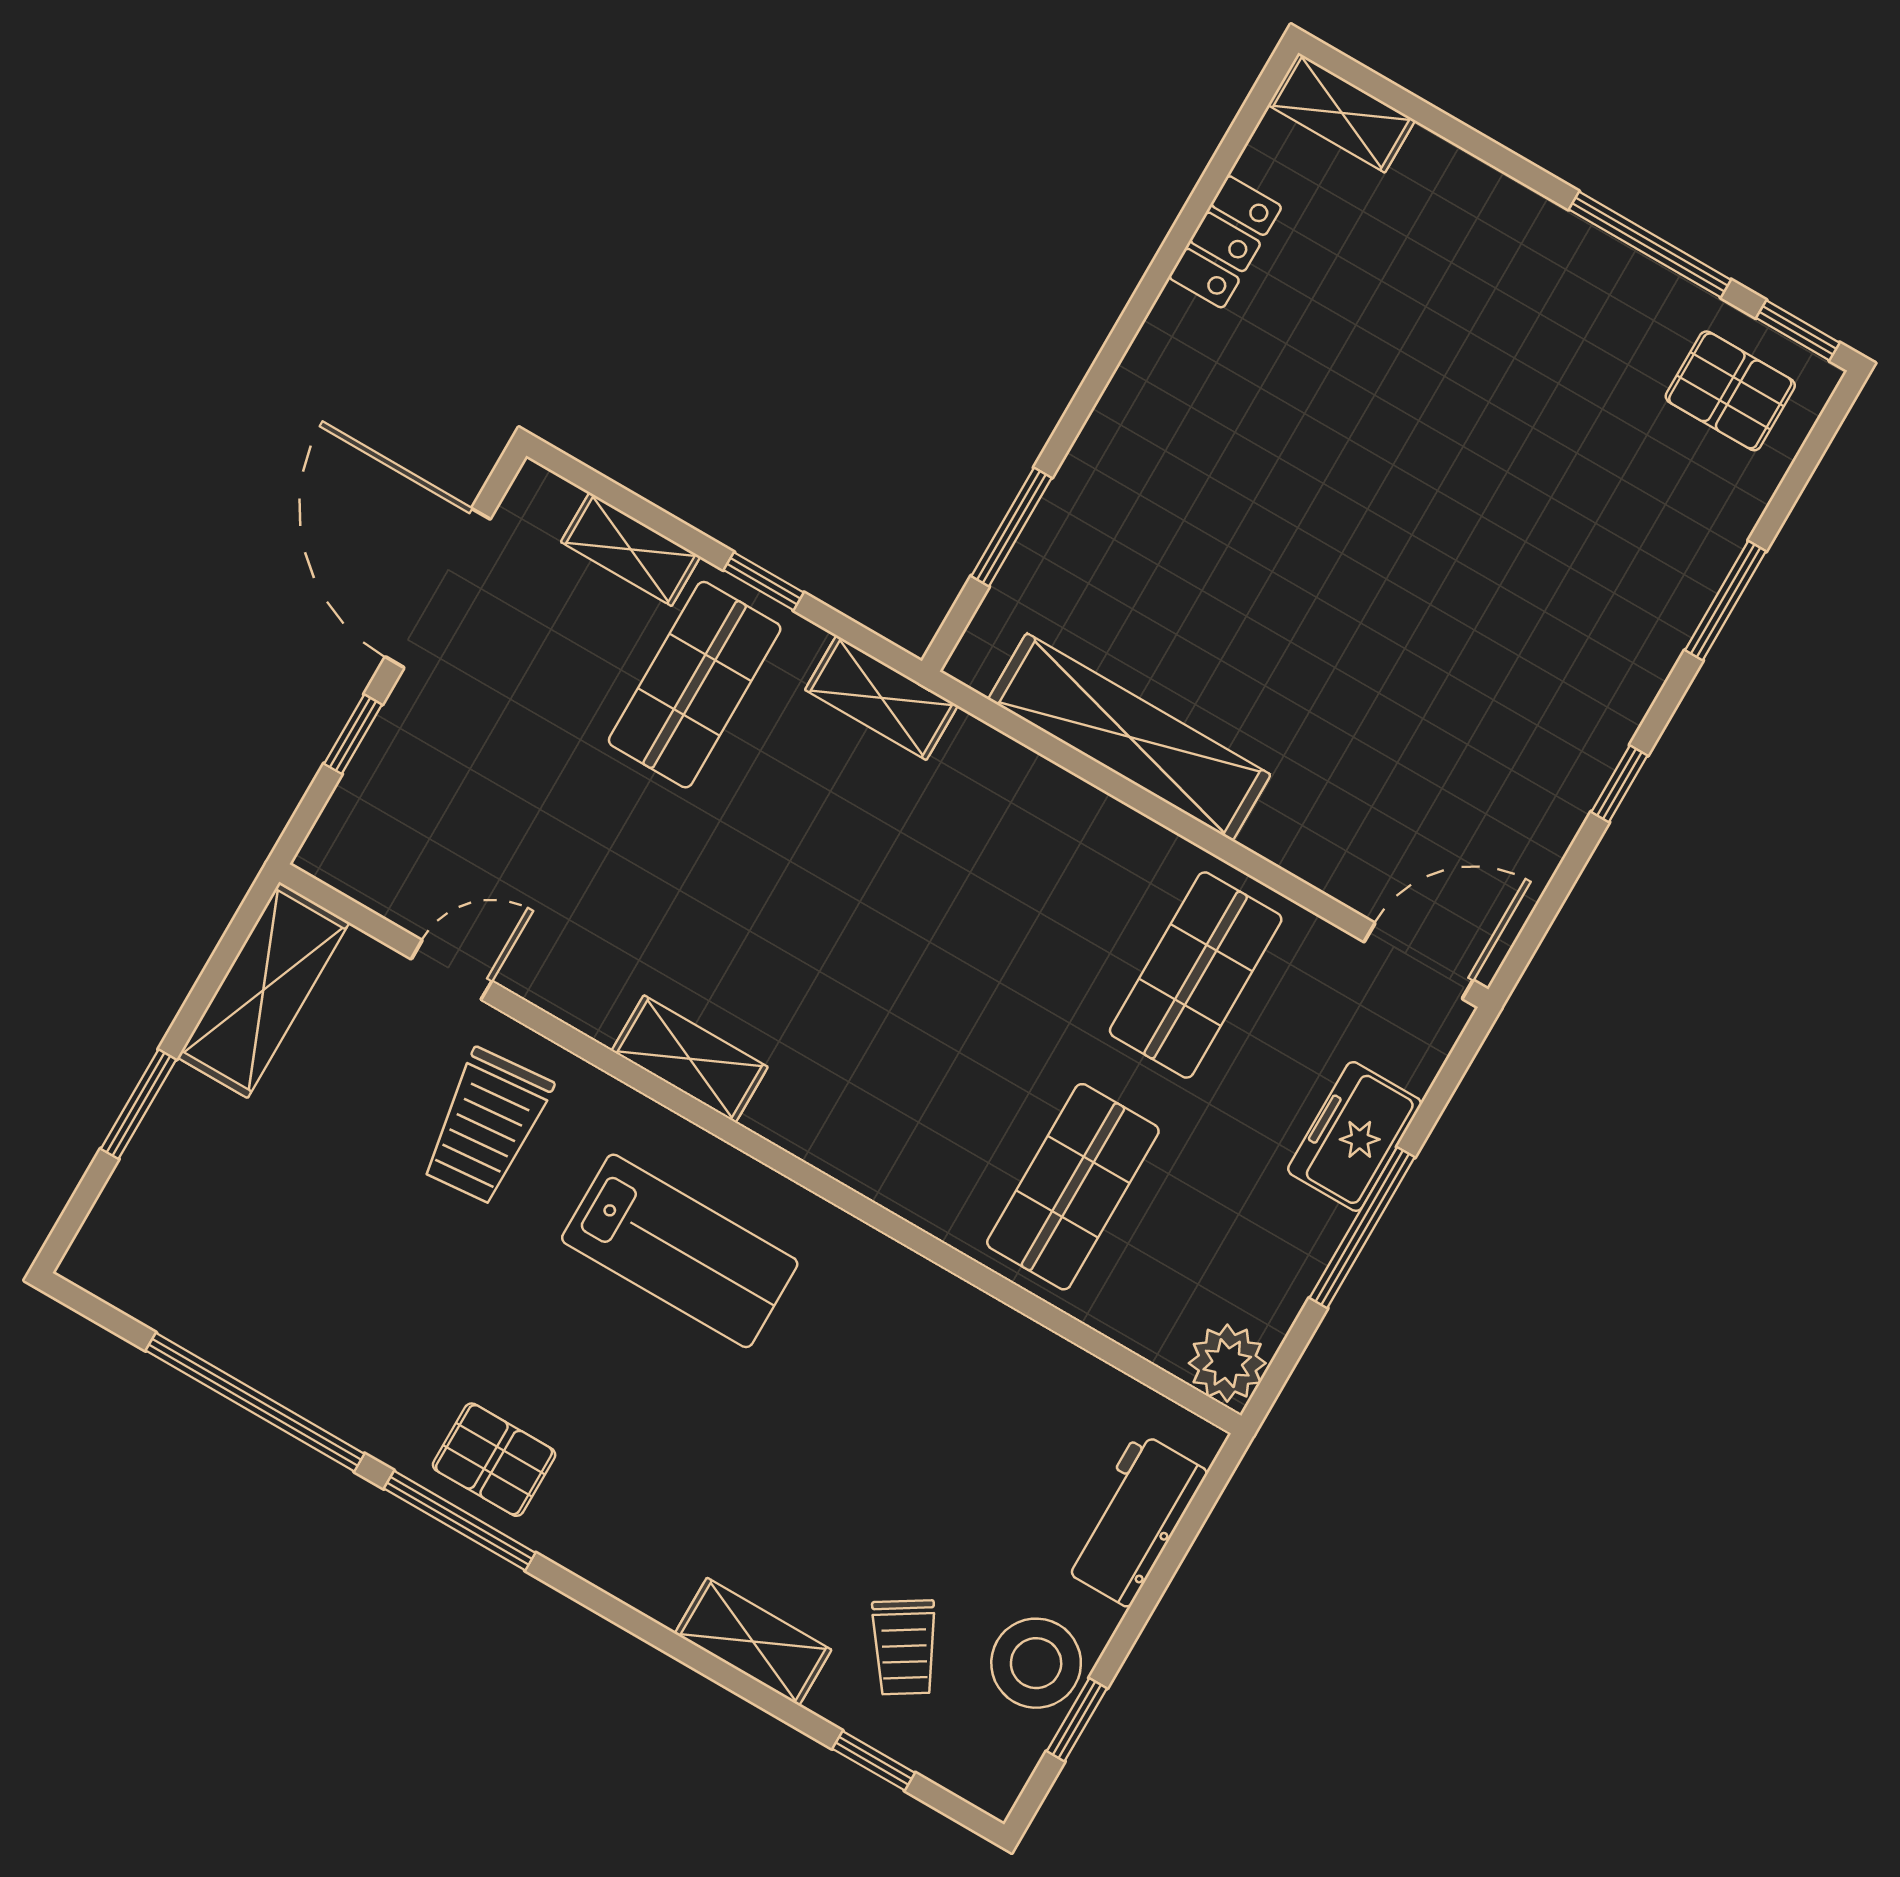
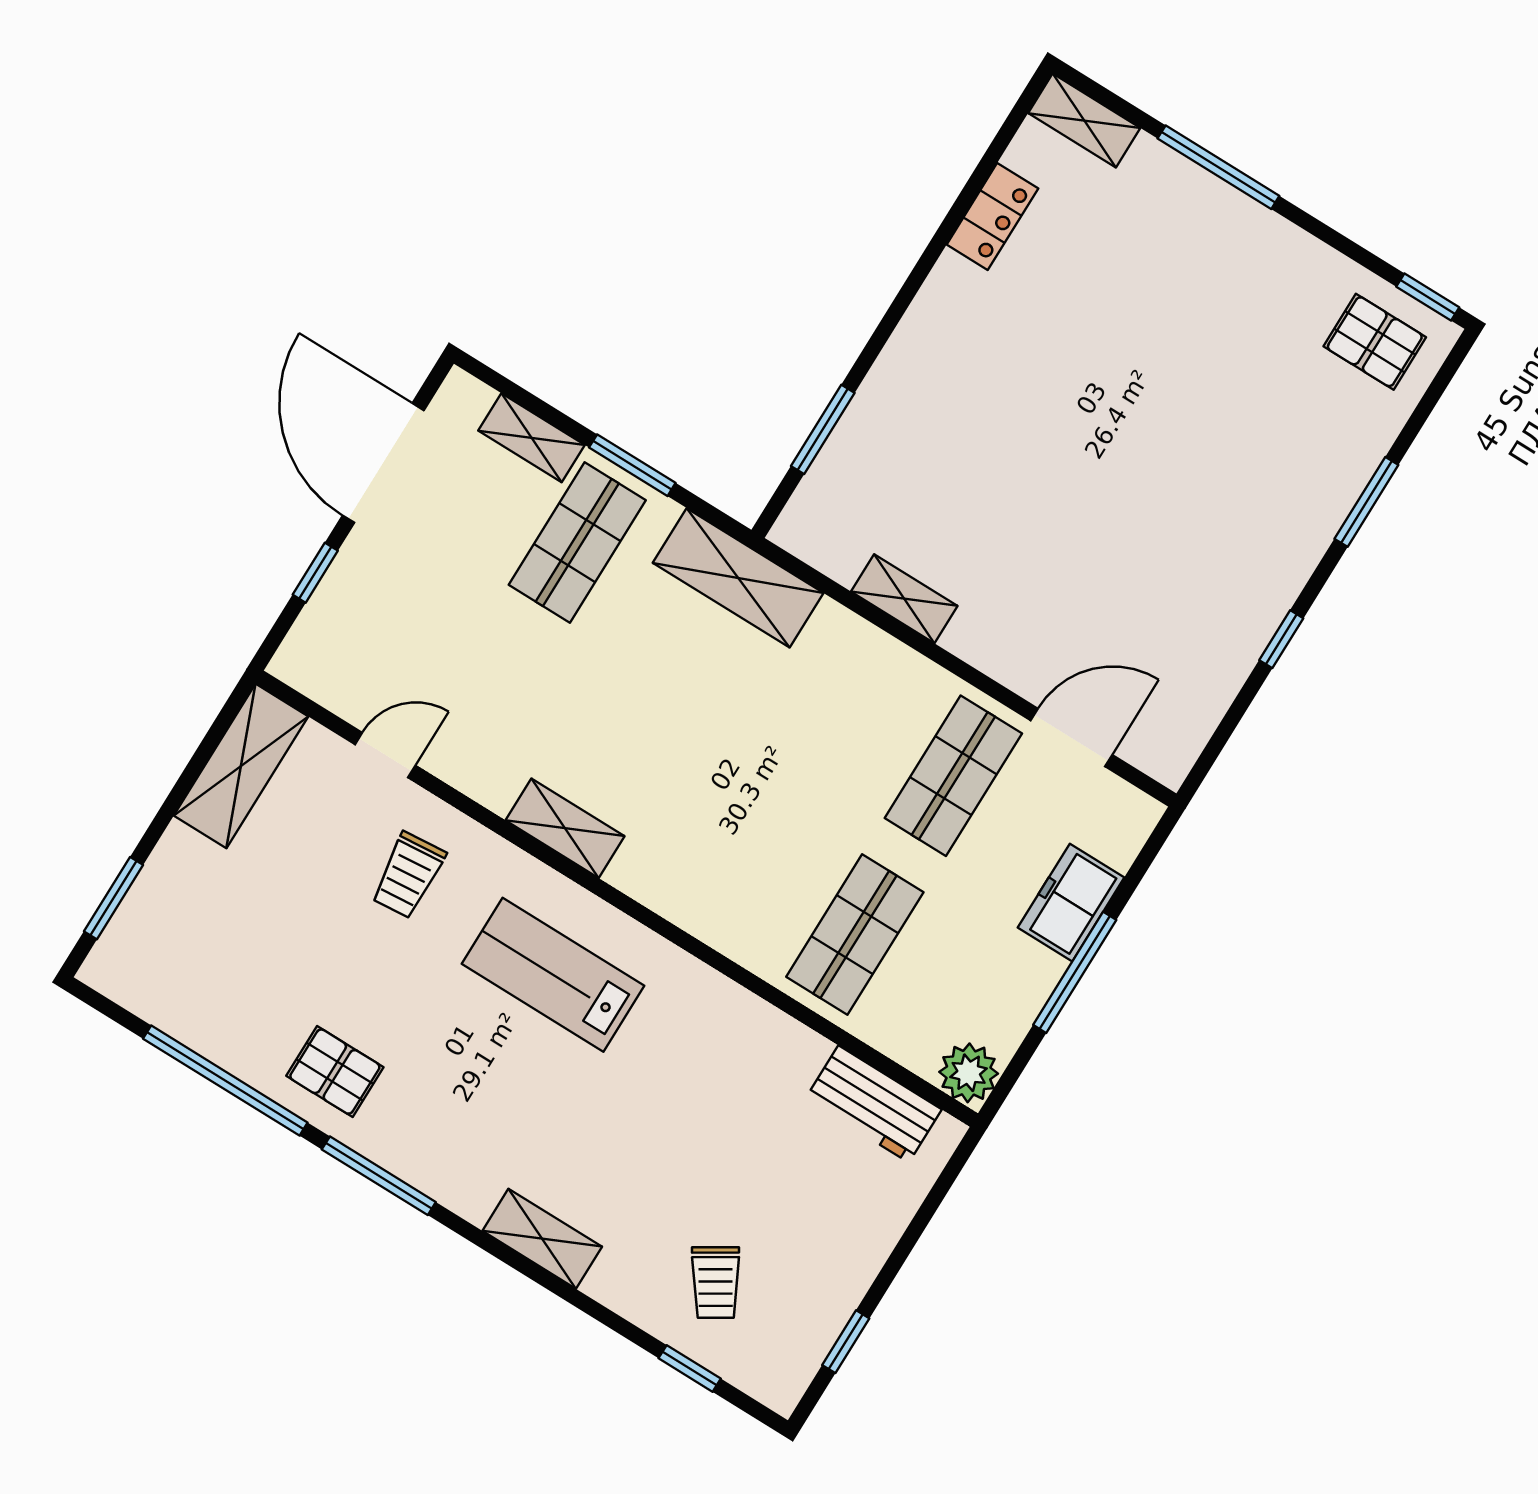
window: (1650, 245) -> (1218, 167), moved
window: (764, 581) -> (632, 465), width x1.50
shelving: (881, 698) -> (738, 578), width x1.50, depth x1.33
shelving: (1129, 737) -> (904, 599), width x0.45, depth x0.75
door: (1419, 961) -> (1072, 738), moved
window: (138, 1104) -> (113, 898), moved
trolley: (486, 1126) -> (408, 875), width x0.73, depth x0.72
lab bench: (680, 1251) -> (553, 975), turned 180
pallet: (494, 1460) -> (335, 1072), moved
workbench: (1134, 1520) -> (874, 1104), moved, turned -90
shelving: (753, 1642) -> (542, 1239), moved
stool: (1036, 1663) -> (816, 1298), removed

